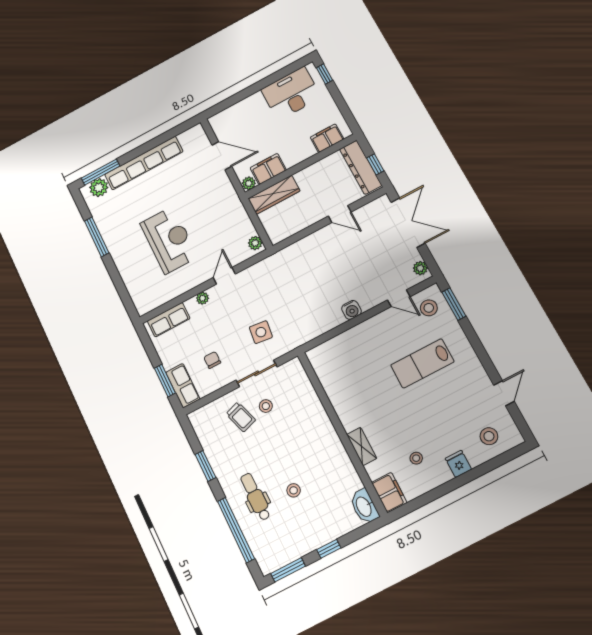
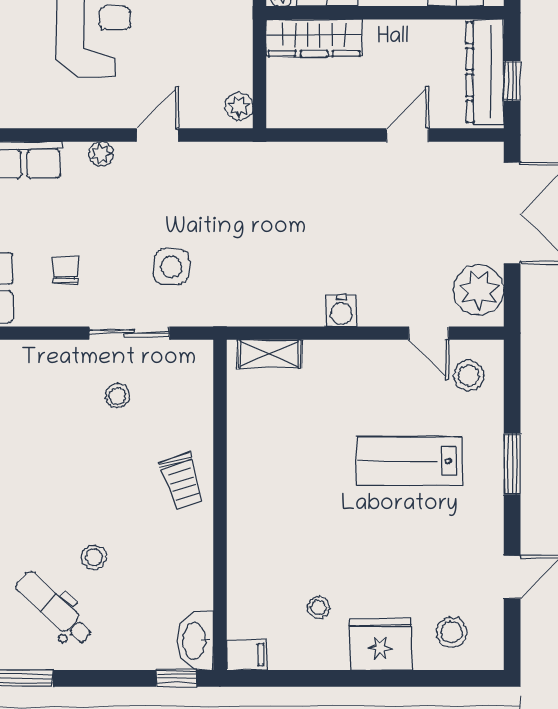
door: (340, 214) -> (407, 135), swing flipped
plant: (420, 268) -> (479, 290), width x1.87, depth x1.87
window: (454, 304) -> (512, 464), moved
trolley: (241, 417) -> (182, 481), moved
shelving: (362, 446) -> (269, 354), moved, turned 90
fridge: (458, 464) -> (380, 644), width x1.88, depth x1.34
filing cabinet: (389, 493) -> (247, 655), width x0.50
dental chair: (255, 497) -> (54, 608), moved, turned -47
window: (329, 549) -> (177, 678), moved

